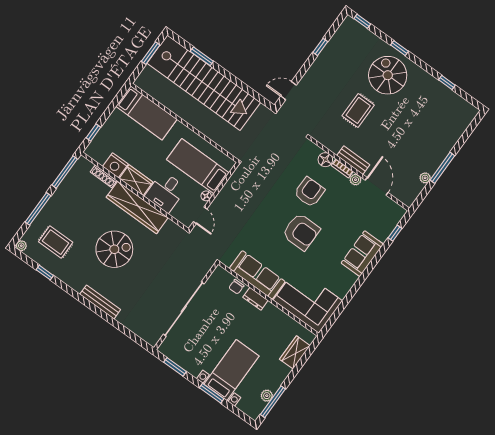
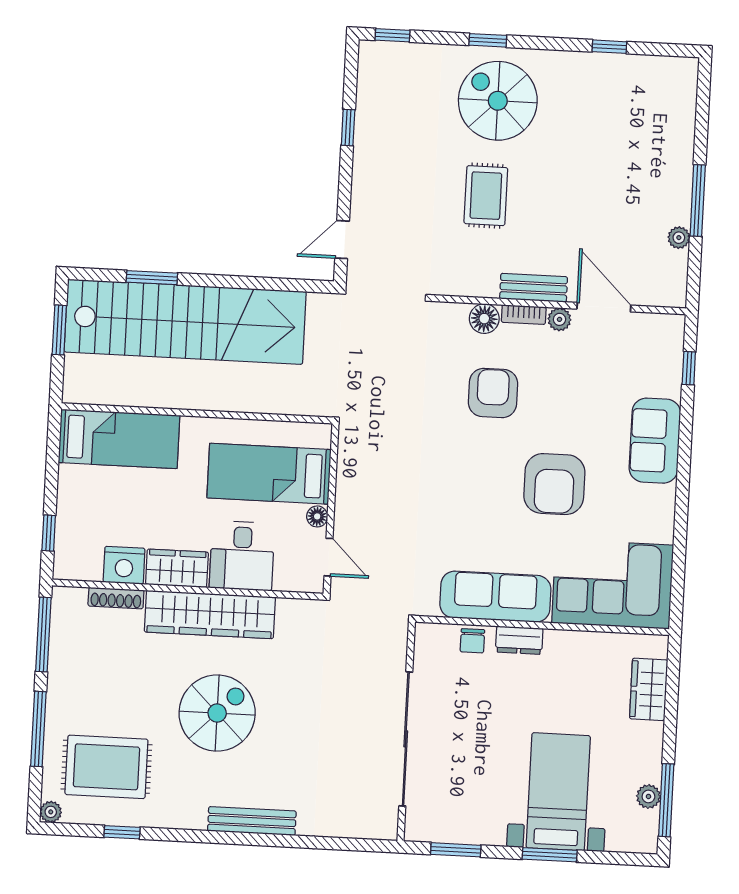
armchair: (301, 232) -> (554, 484), moved, turned 90
rug: (56, 242) -> (106, 767), width x1.36, depth x1.43

